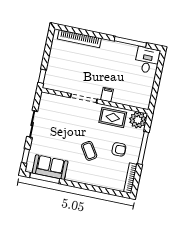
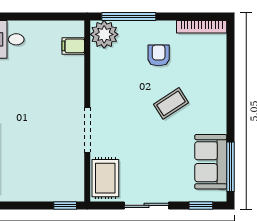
filing cabinet: (107, 95) -> (73, 46), moved
rug: (113, 117) -> (105, 178), moved
window: (143, 148) -> (129, 17), moved

